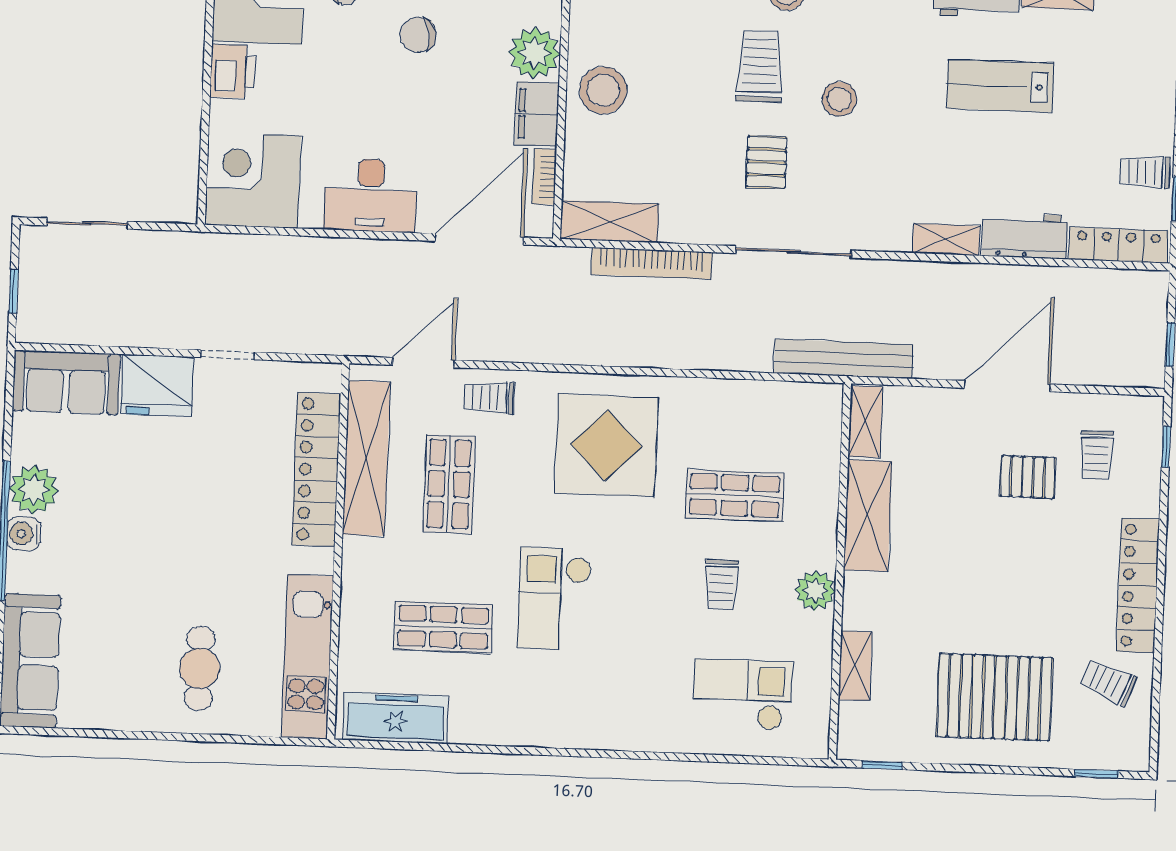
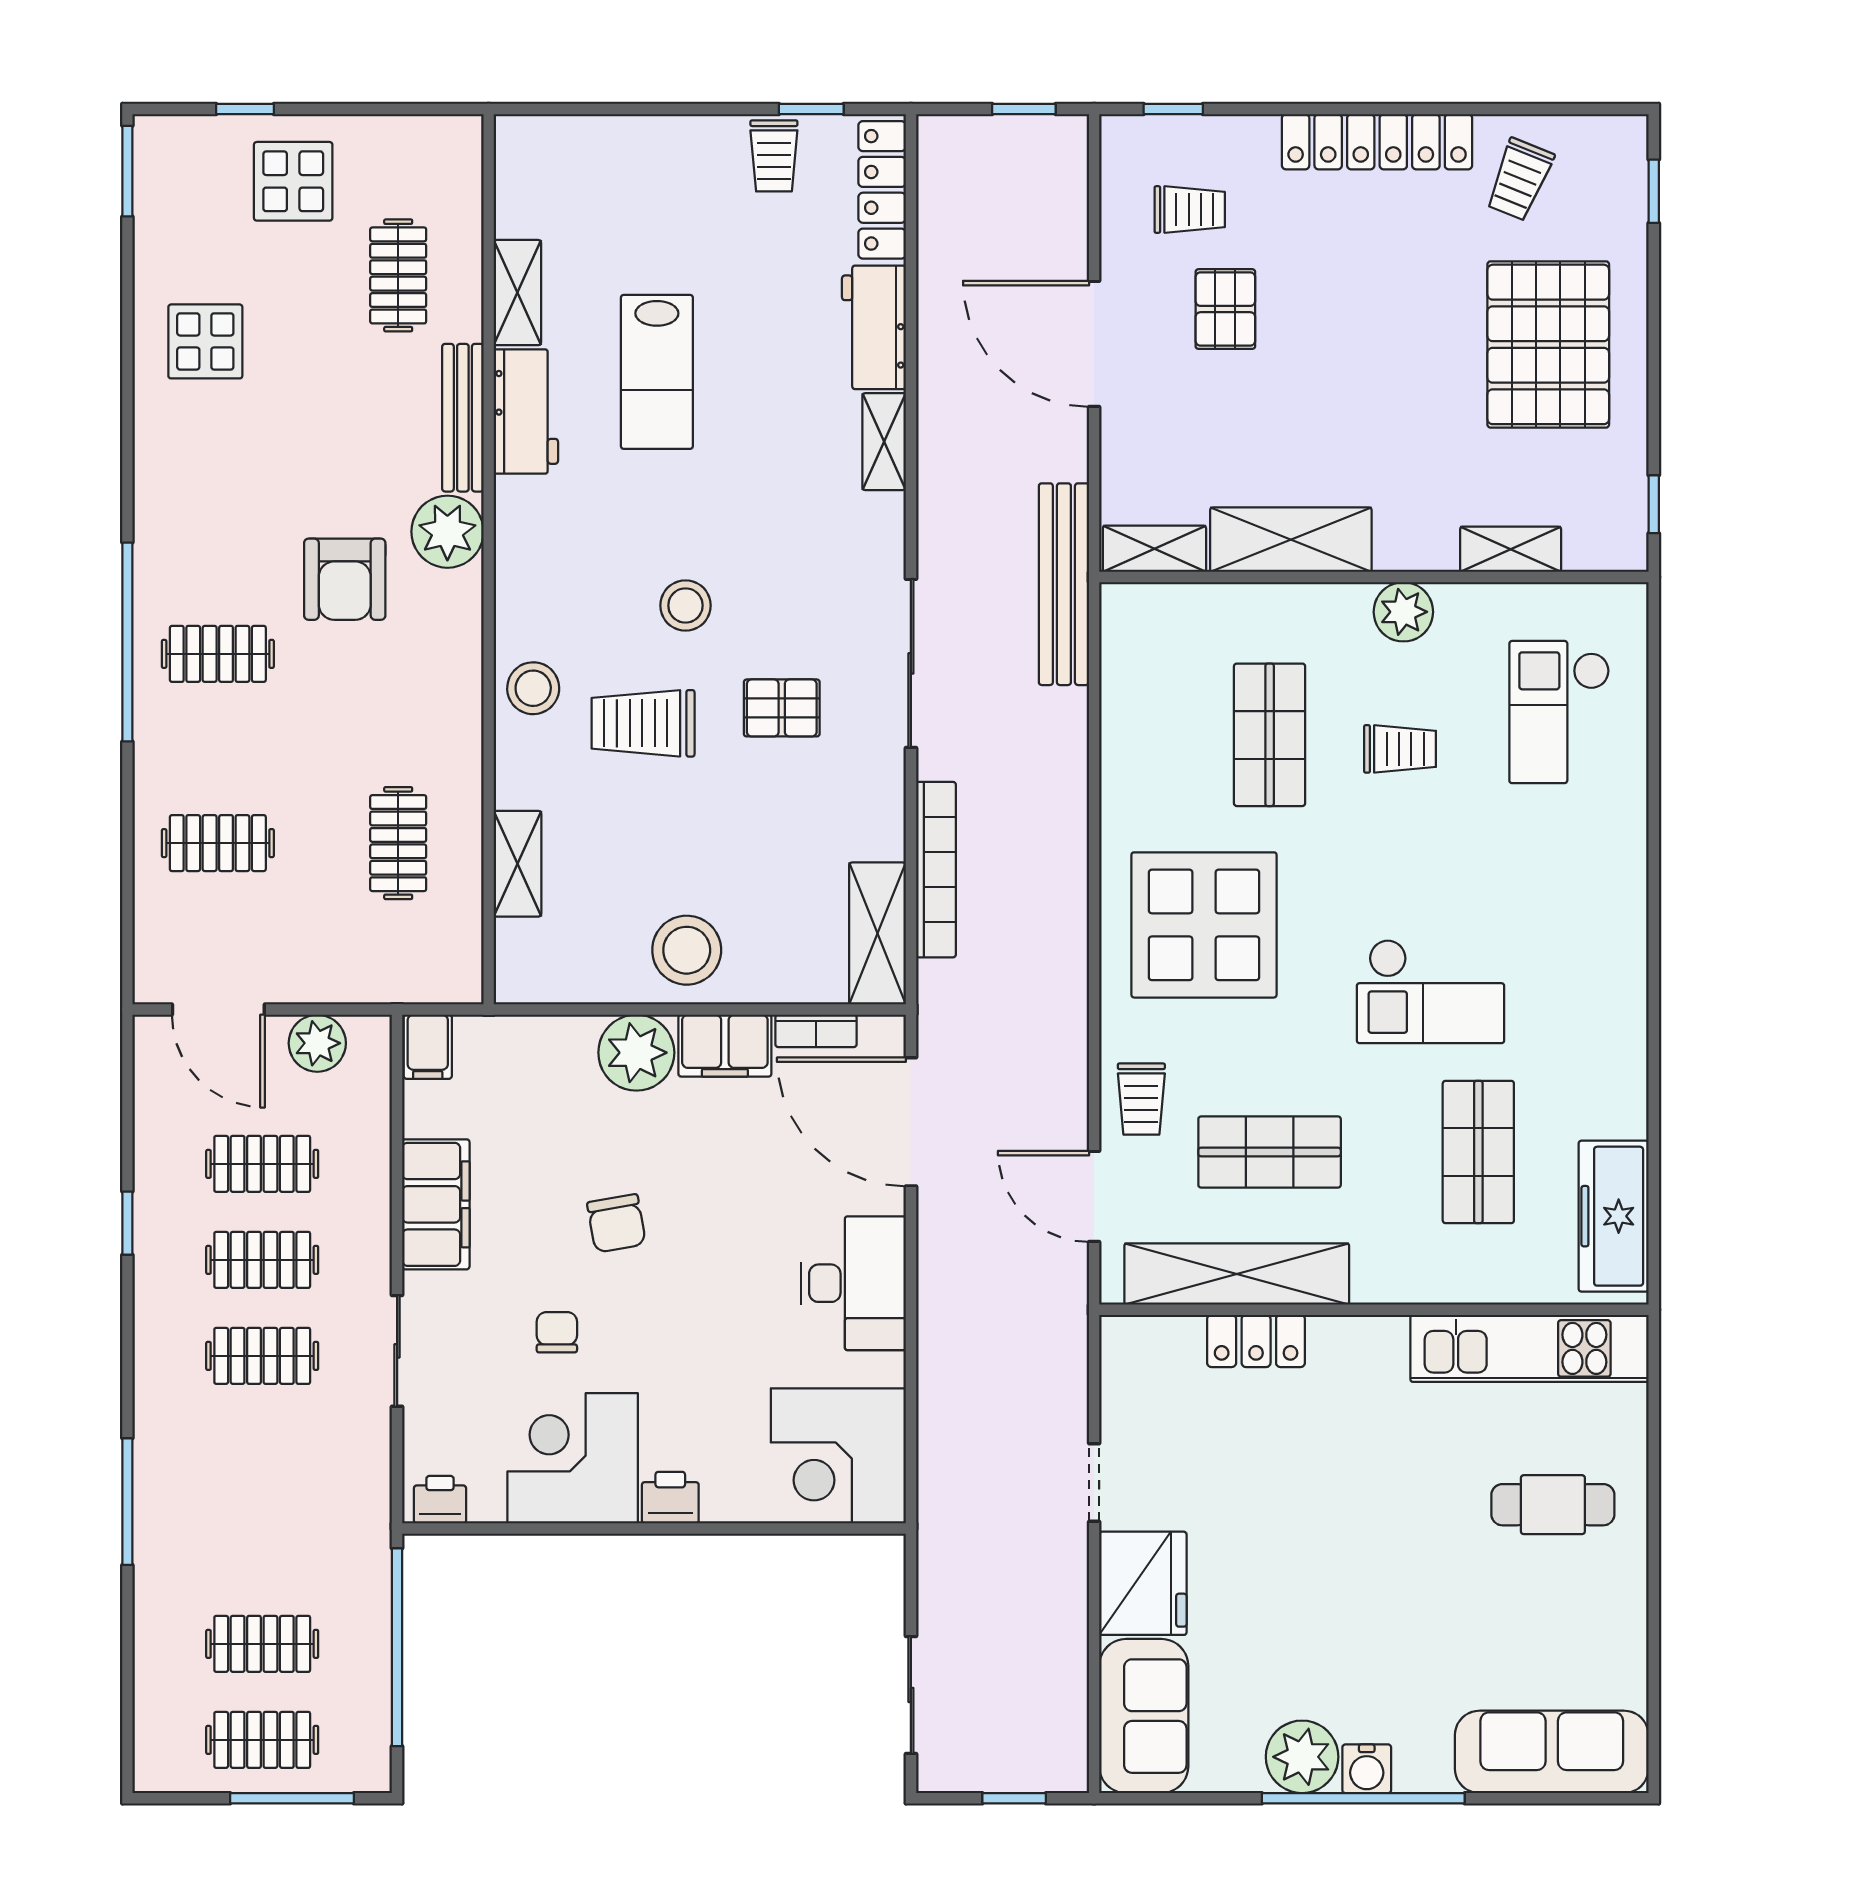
printer: (233, 71) -> (670, 1498), width x0.73, depth x0.81
locker: (316, 469) -> (1256, 1341), width x0.46, depth x0.83

